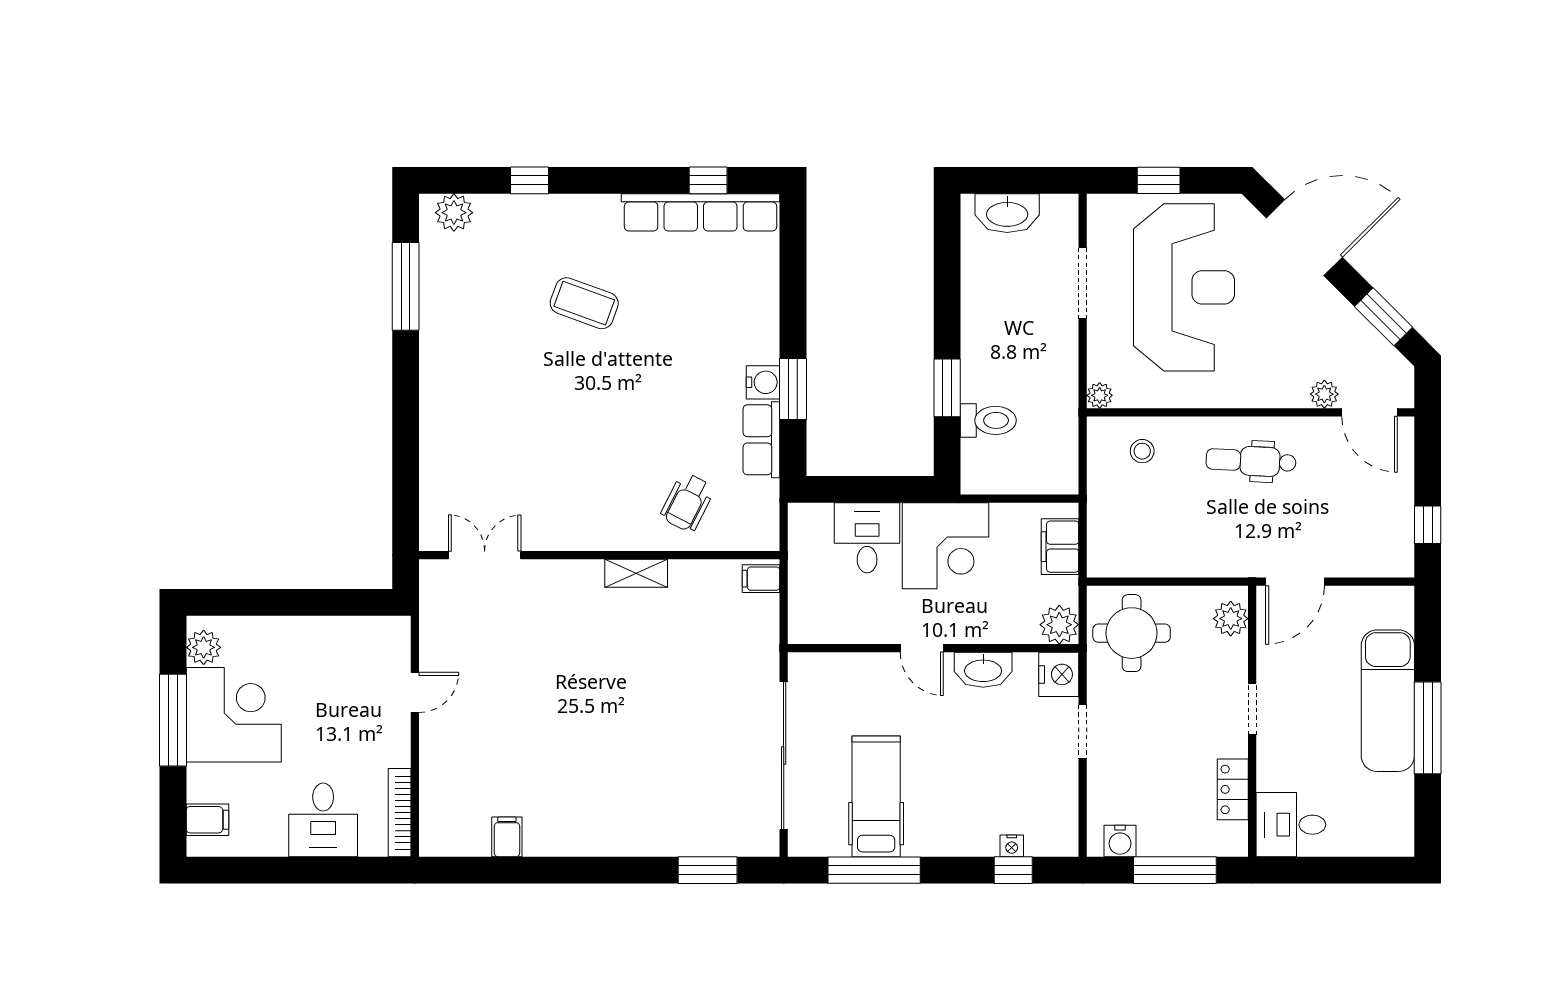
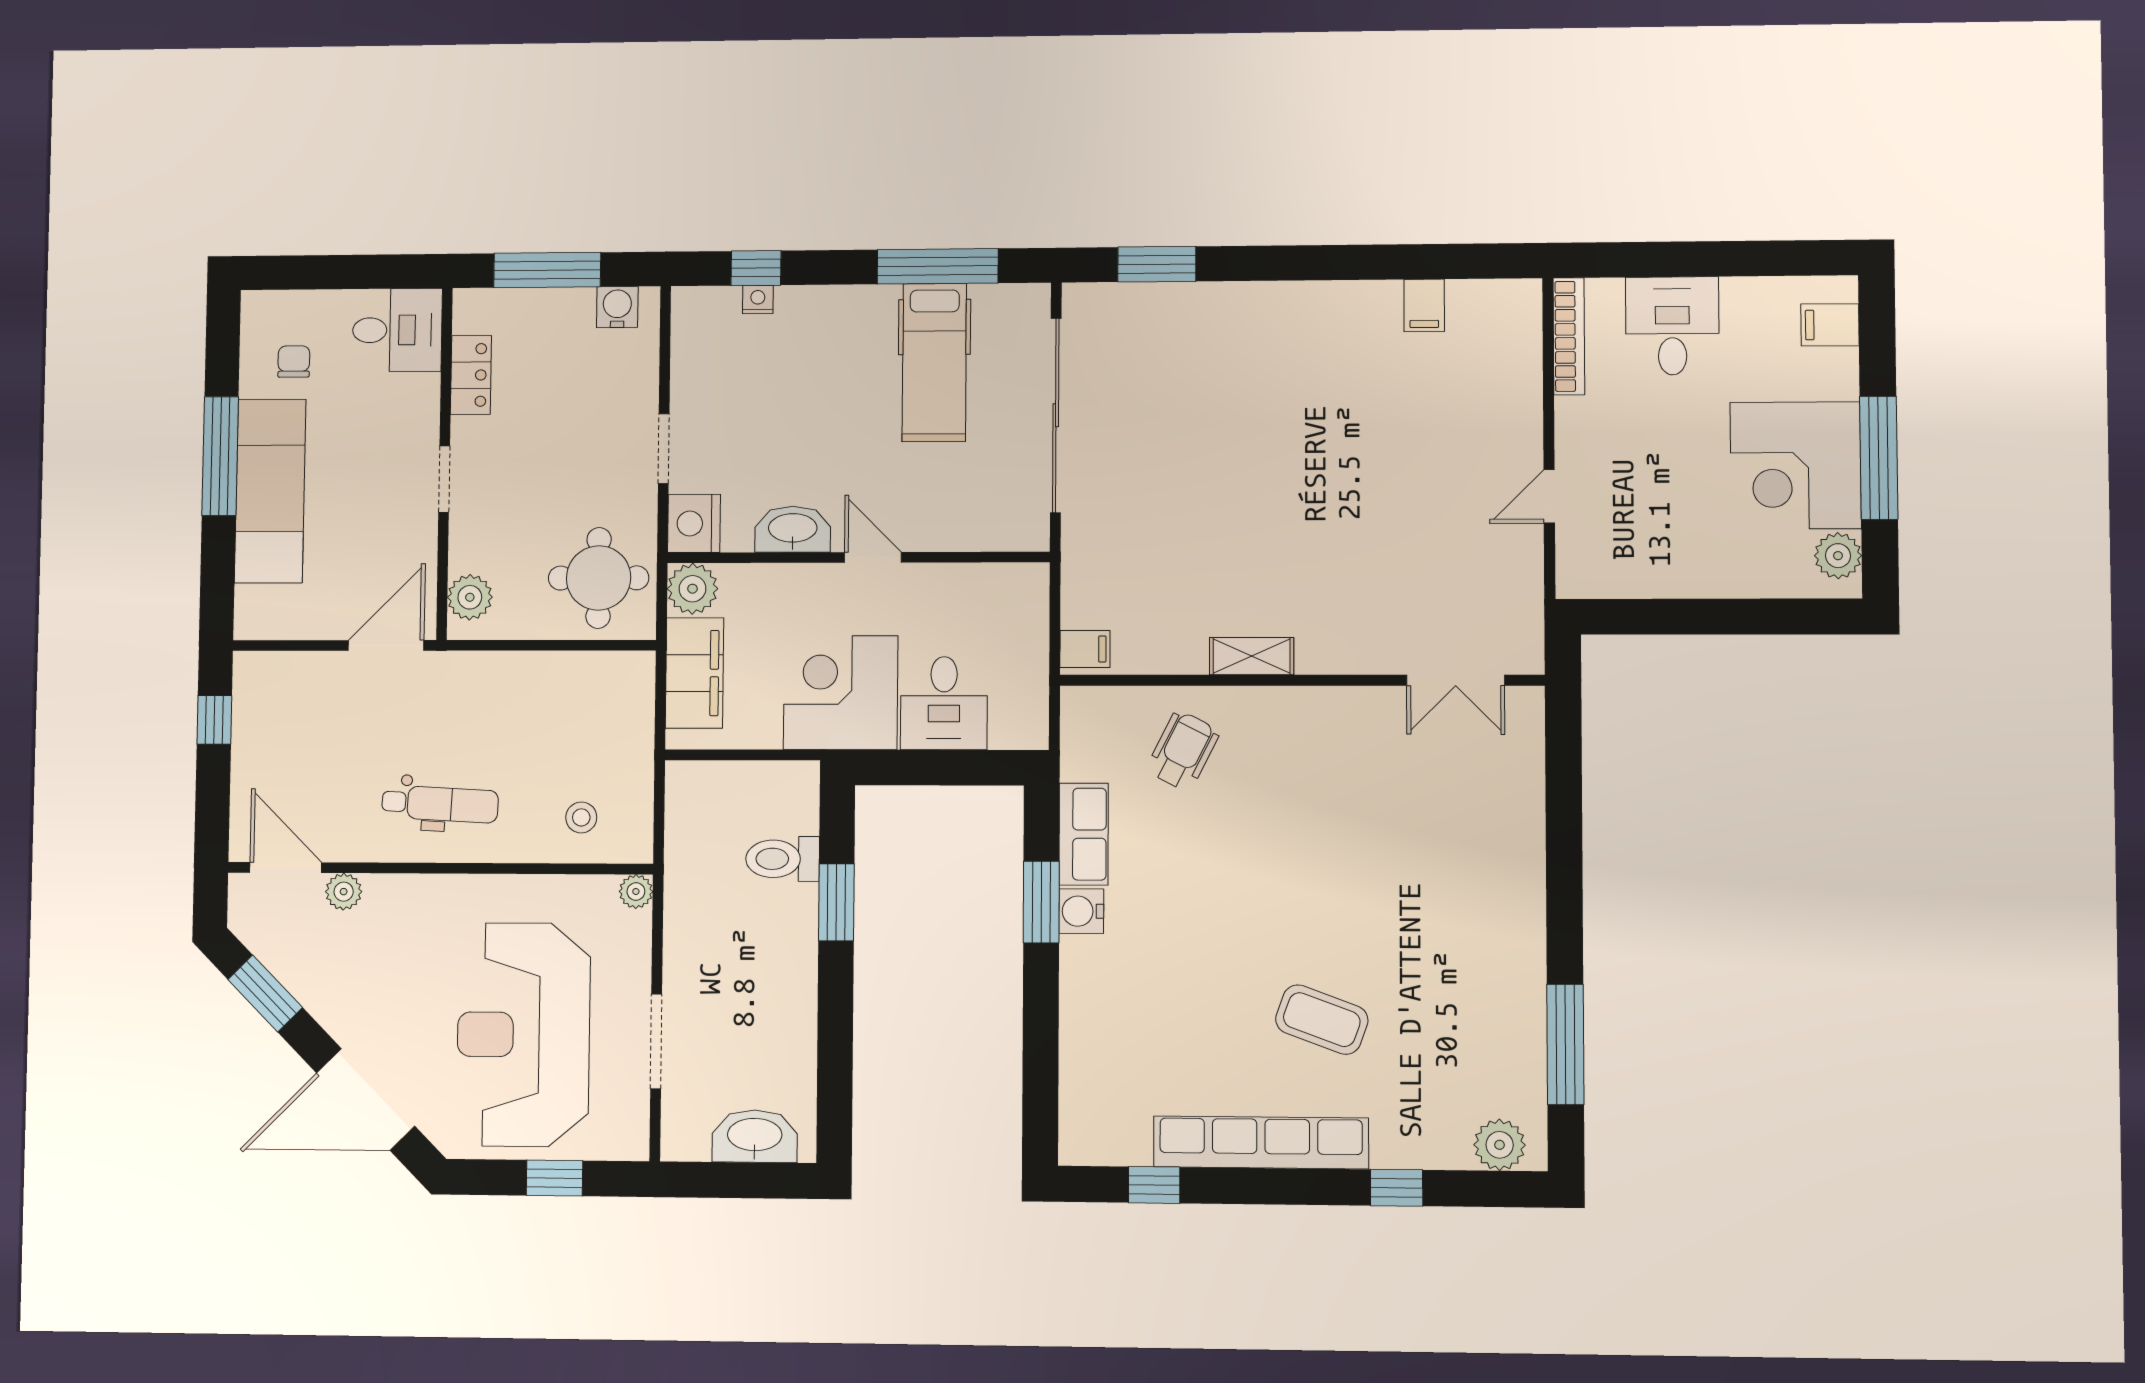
row of seats: (701, 212) -> (1261, 1142), moved
filing cabinet: (1060, 547) -> (694, 673), width x1.50, depth x1.17
chair: (1371, 801) -> (294, 362), added

